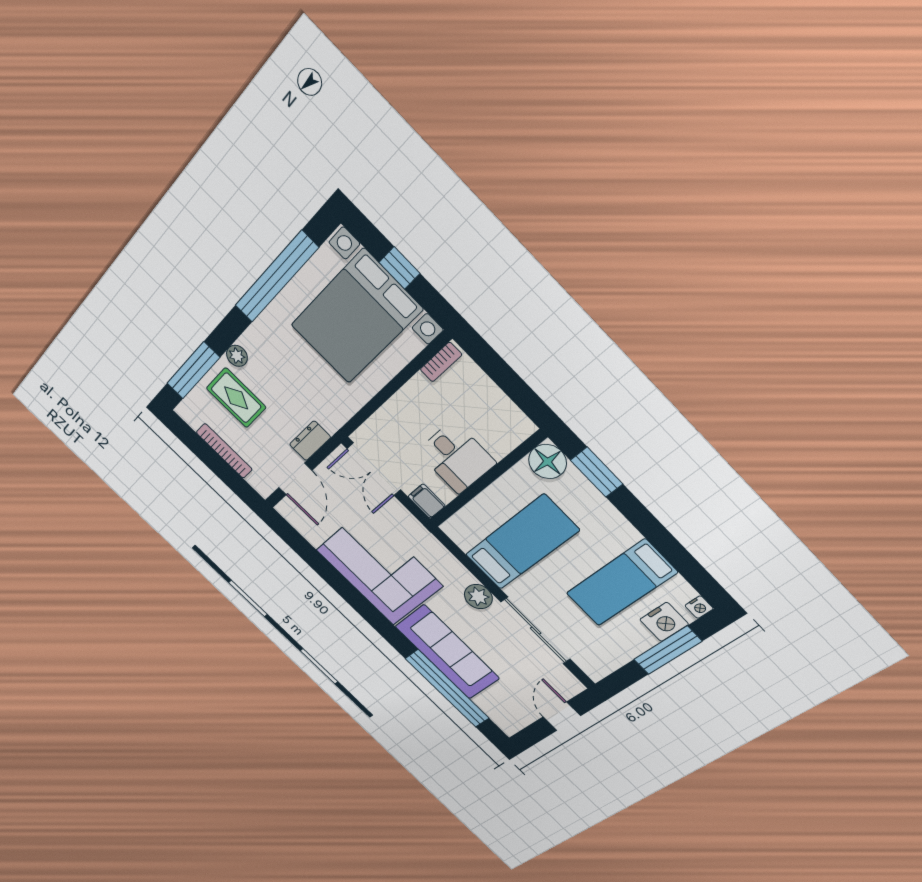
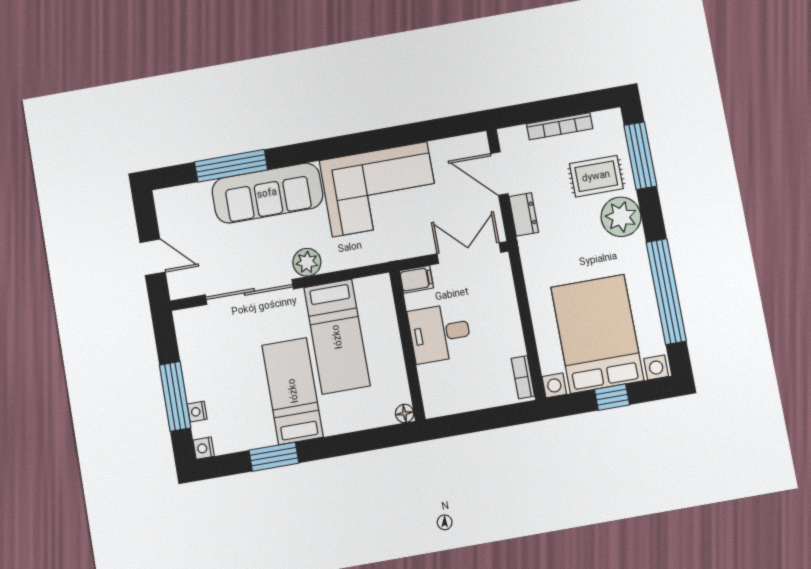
plant: (237, 356) -> (621, 217), width x1.88, depth x1.88
floor lamp: (547, 462) -> (405, 413), width x0.53, depth x0.53
window: (597, 472) -> (274, 457), moved
bed: (621, 583) -> (293, 391), moved
nightstand: (664, 622) -> (197, 412), width x0.53, depth x0.56
window: (447, 688) -> (231, 166), width x0.68

